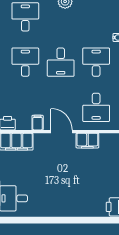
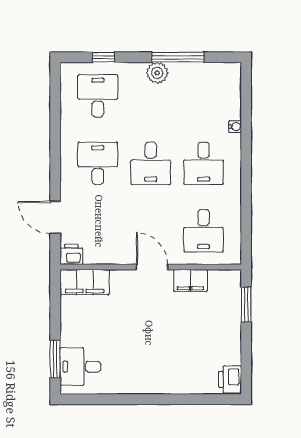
desk: (96, 62) -> (203, 163), turned 180
filing cabinet: (38, 123) -> (116, 254), removed

